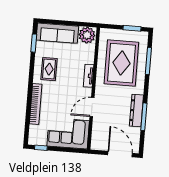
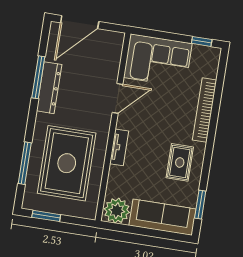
door: (120, 154) -> (80, 22), hinge flipped

